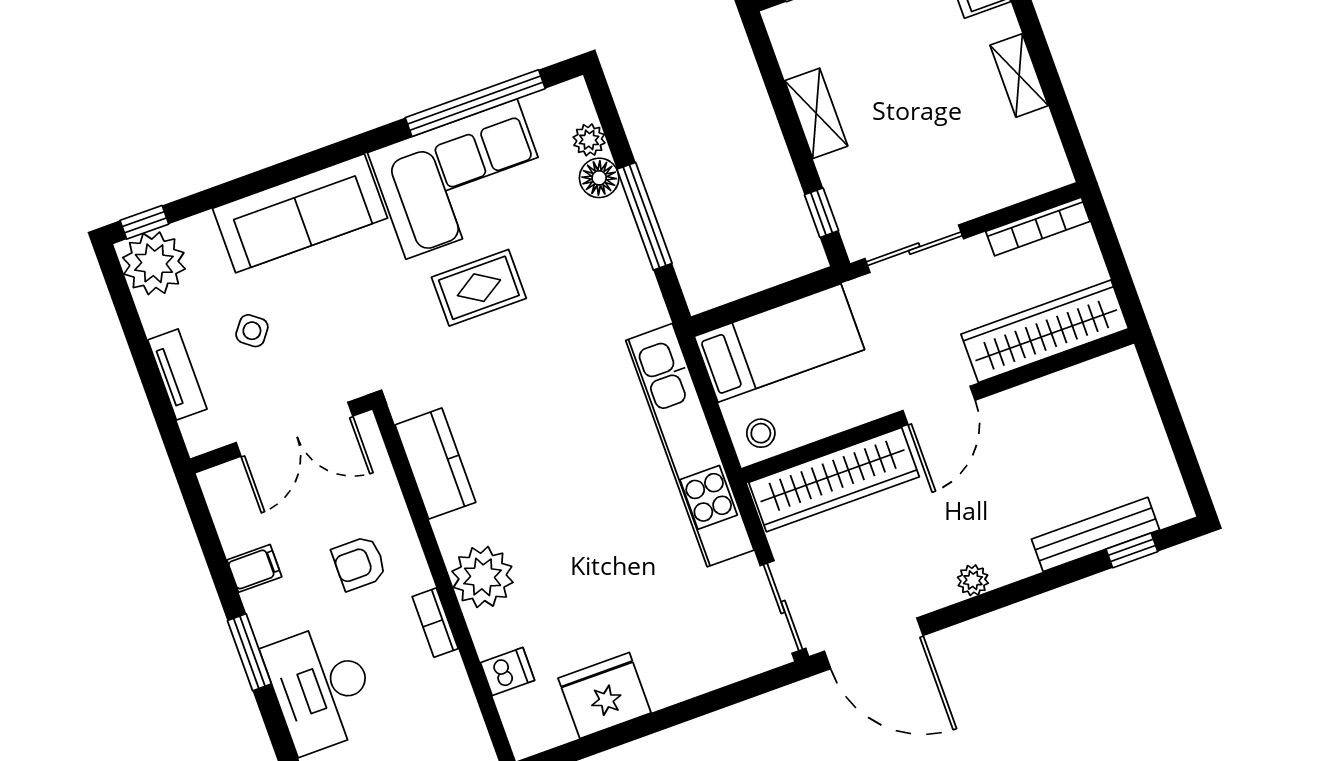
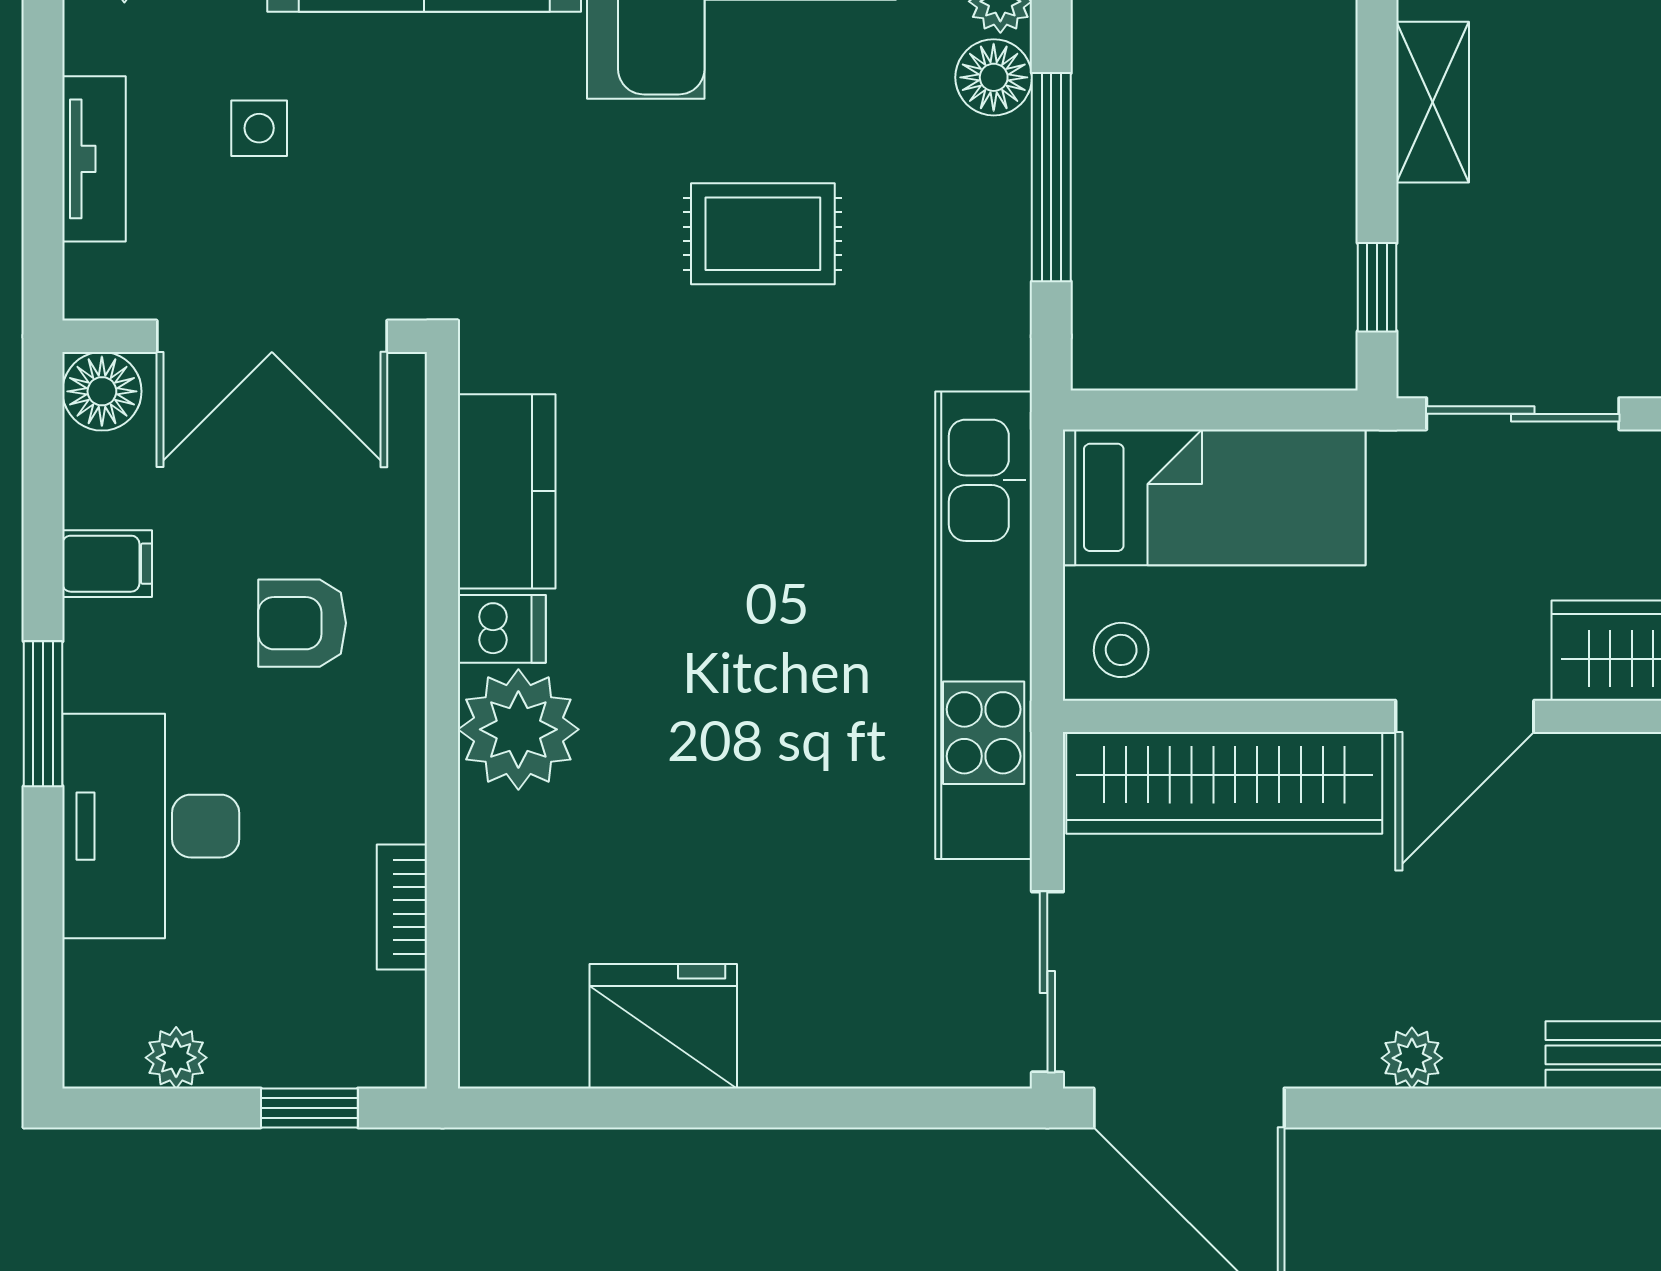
rug: (479, 288) -> (763, 234), moved
side table: (252, 331) -> (259, 128), turned -38
floor lamp: (222, 486) -> (102, 391), added
bookcase: (435, 623) -> (402, 907), moved
dishwasher: (507, 671) -> (502, 629), moved

